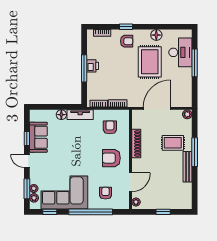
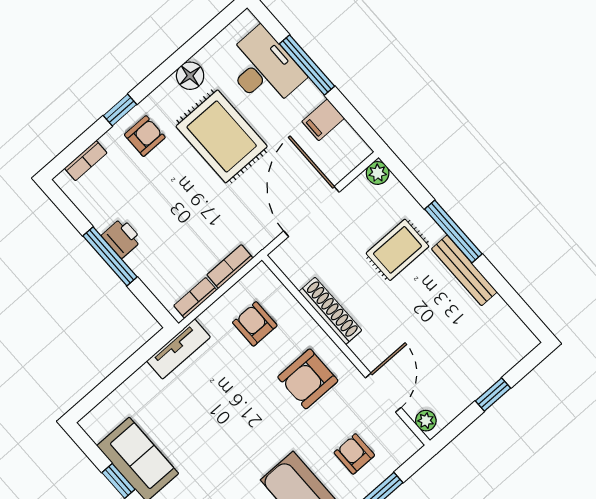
filing cabinet: (185, 84) -> (323, 120), added
floor lamp: (61, 115) -> (144, 380), removed

